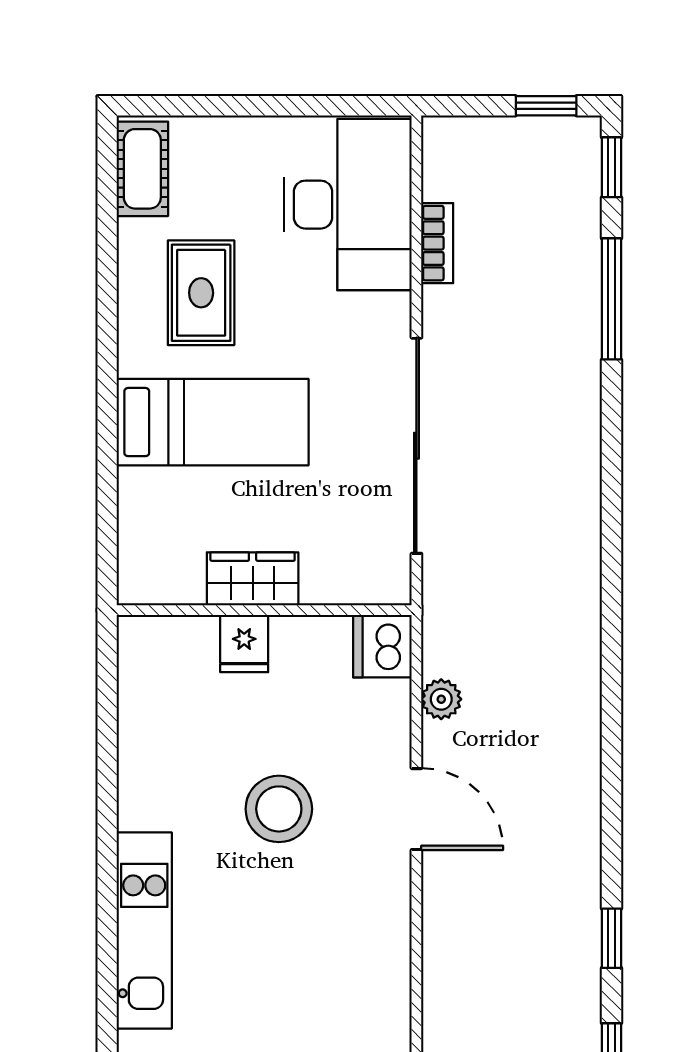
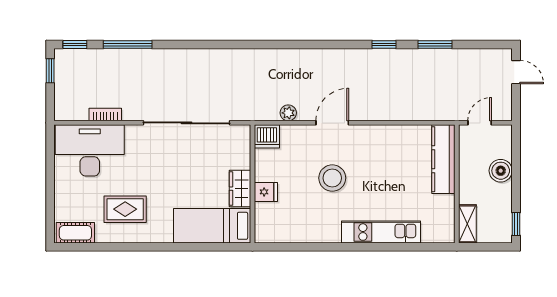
bed: (213, 422) -> (212, 226), moved, turned -90

